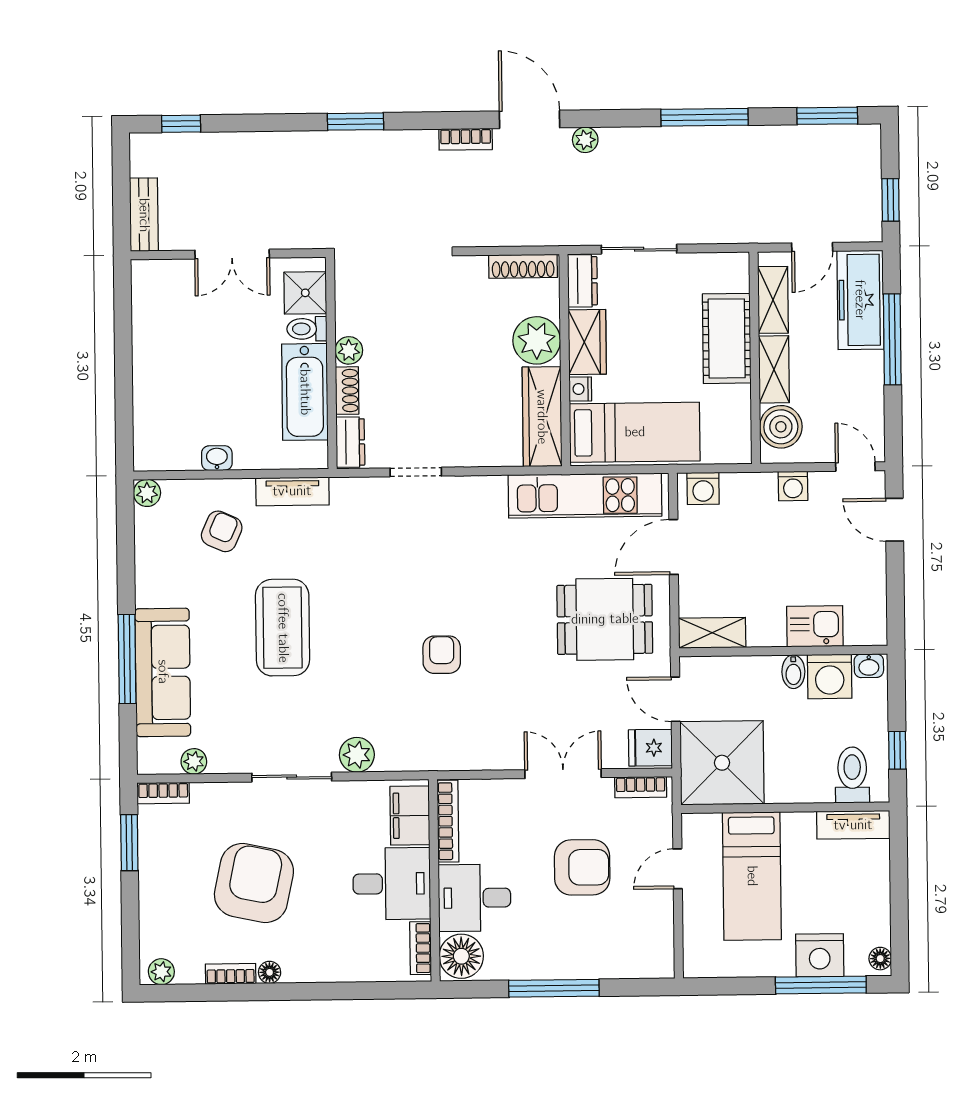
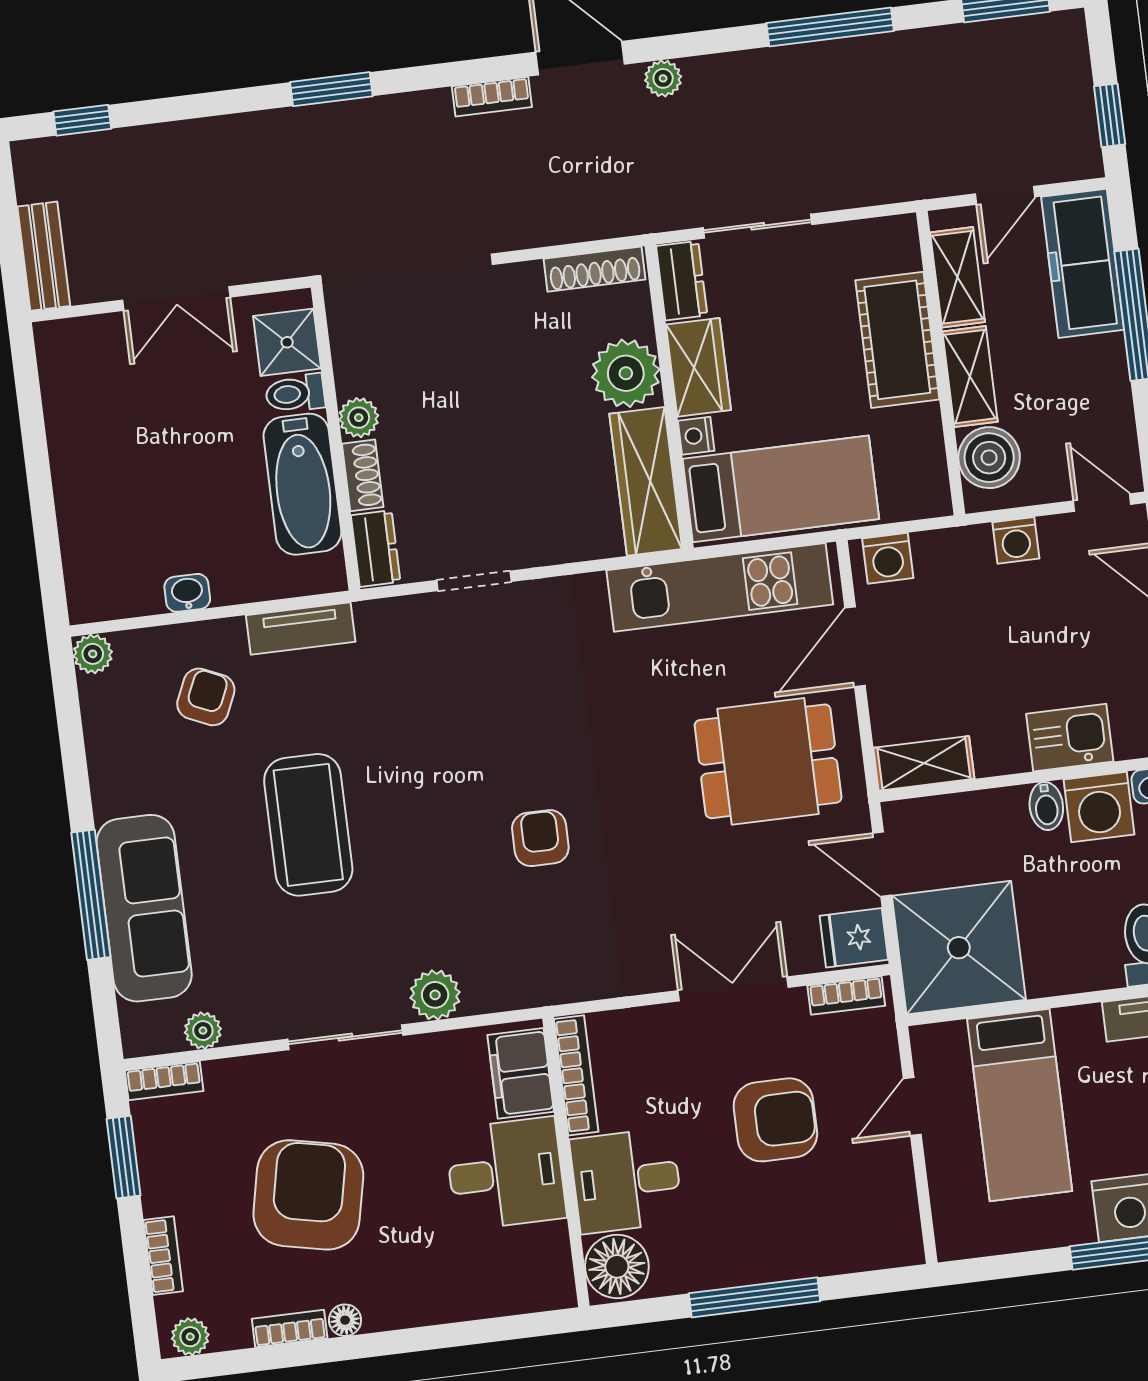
bookcase: (421, 948) -> (163, 1256), moved, turned 180

